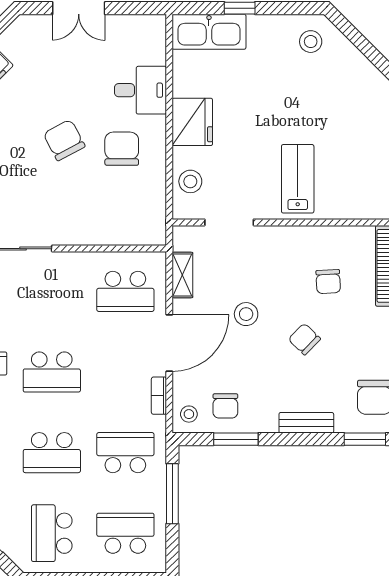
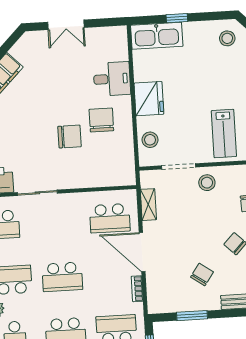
chair: (64, 140) -> (70, 137), moved, turned 118
lab bench: (298, 179) -> (224, 134), turned 180
stool: (246, 314) -> (207, 183), moved
door: (169, 343) -> (142, 252), swing flipped
chair: (225, 406) -> (202, 275), moved, turned -145
stool: (189, 414) -> (159, 300), removed

